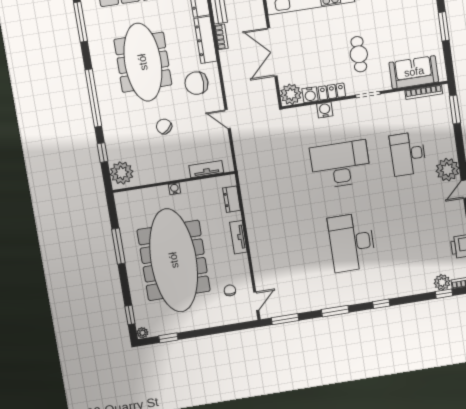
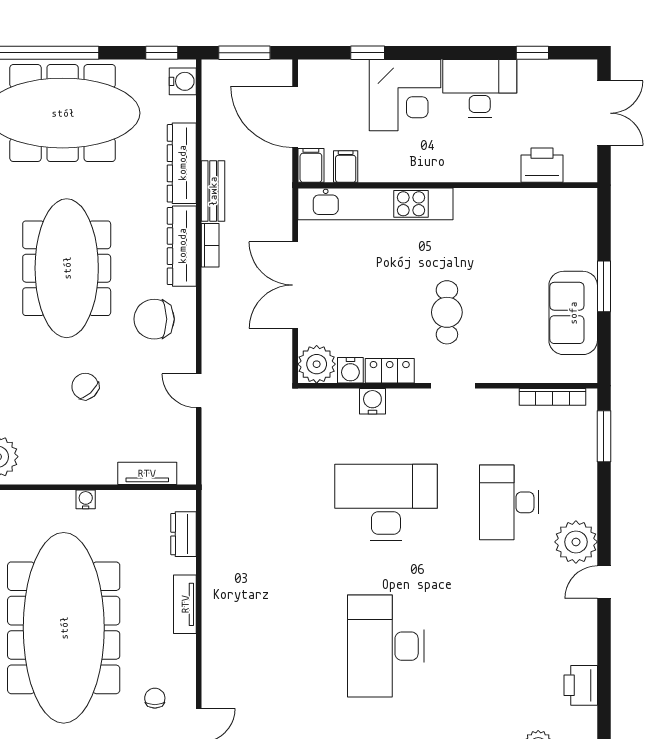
sofa: (414, 72) -> (573, 313), moved, turned -90

